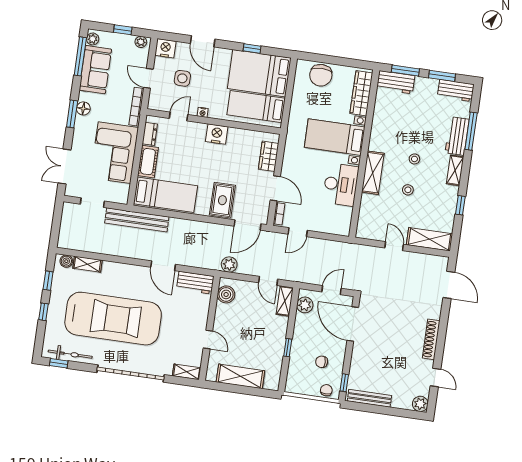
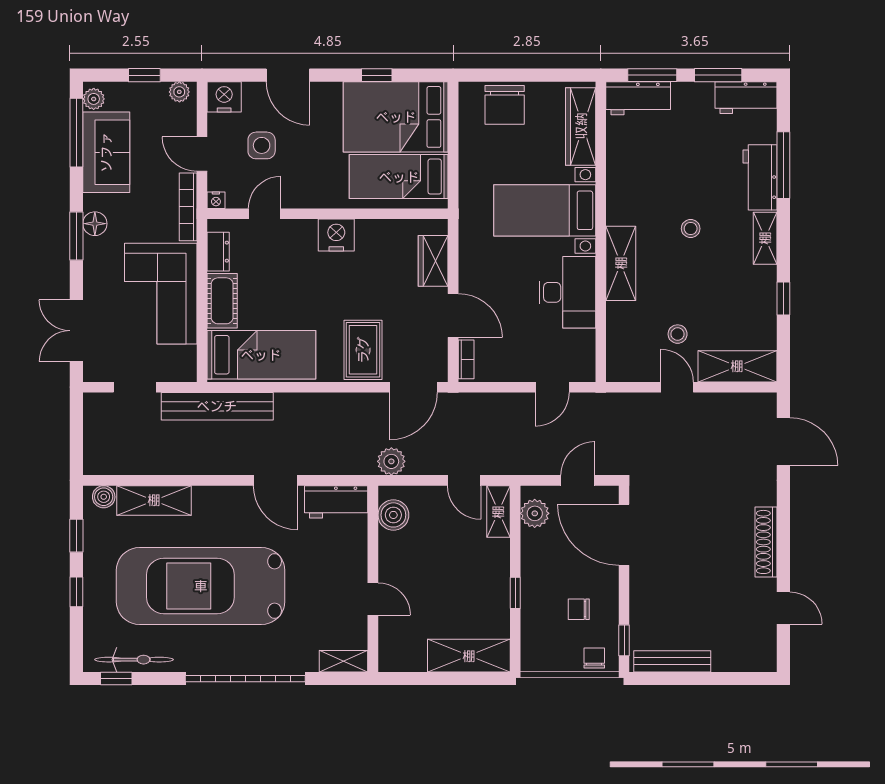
nightstand: (203, 112) -> (216, 200), moved
stool: (408, 190) -> (678, 334), moved
door: (298, 232) -> (552, 387), moved
shelving: (87, 264) -> (154, 500), width x1.50, depth x1.33
car: (113, 319) -> (201, 586), turned 180
shelving: (240, 376) -> (469, 656), moved
plant: (420, 404) -> (763, 658), removed

